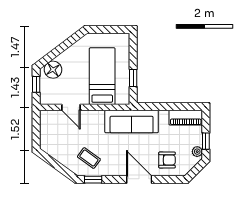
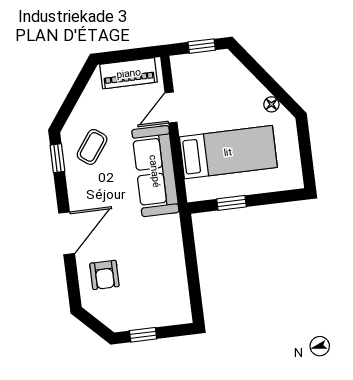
floor lamp: (53, 70) -> (271, 104), moved, width x0.53, depth x0.53
piano: (186, 118) -> (129, 73), moved, turned -90
sofa: (132, 122) -> (155, 171), moved
plant: (197, 152) -> (124, 323), removed

